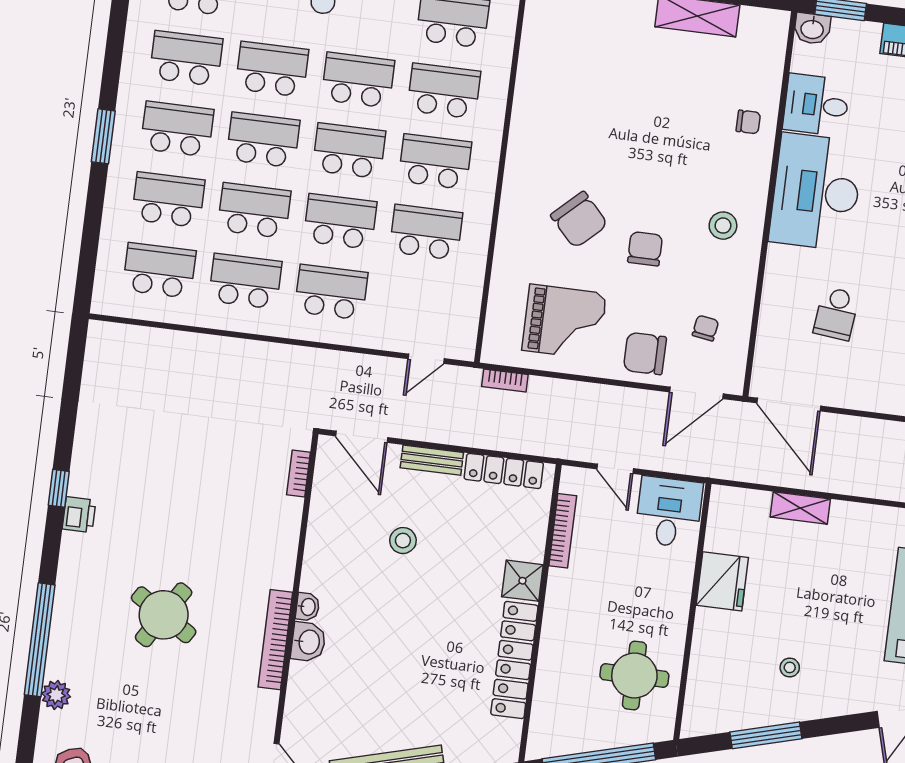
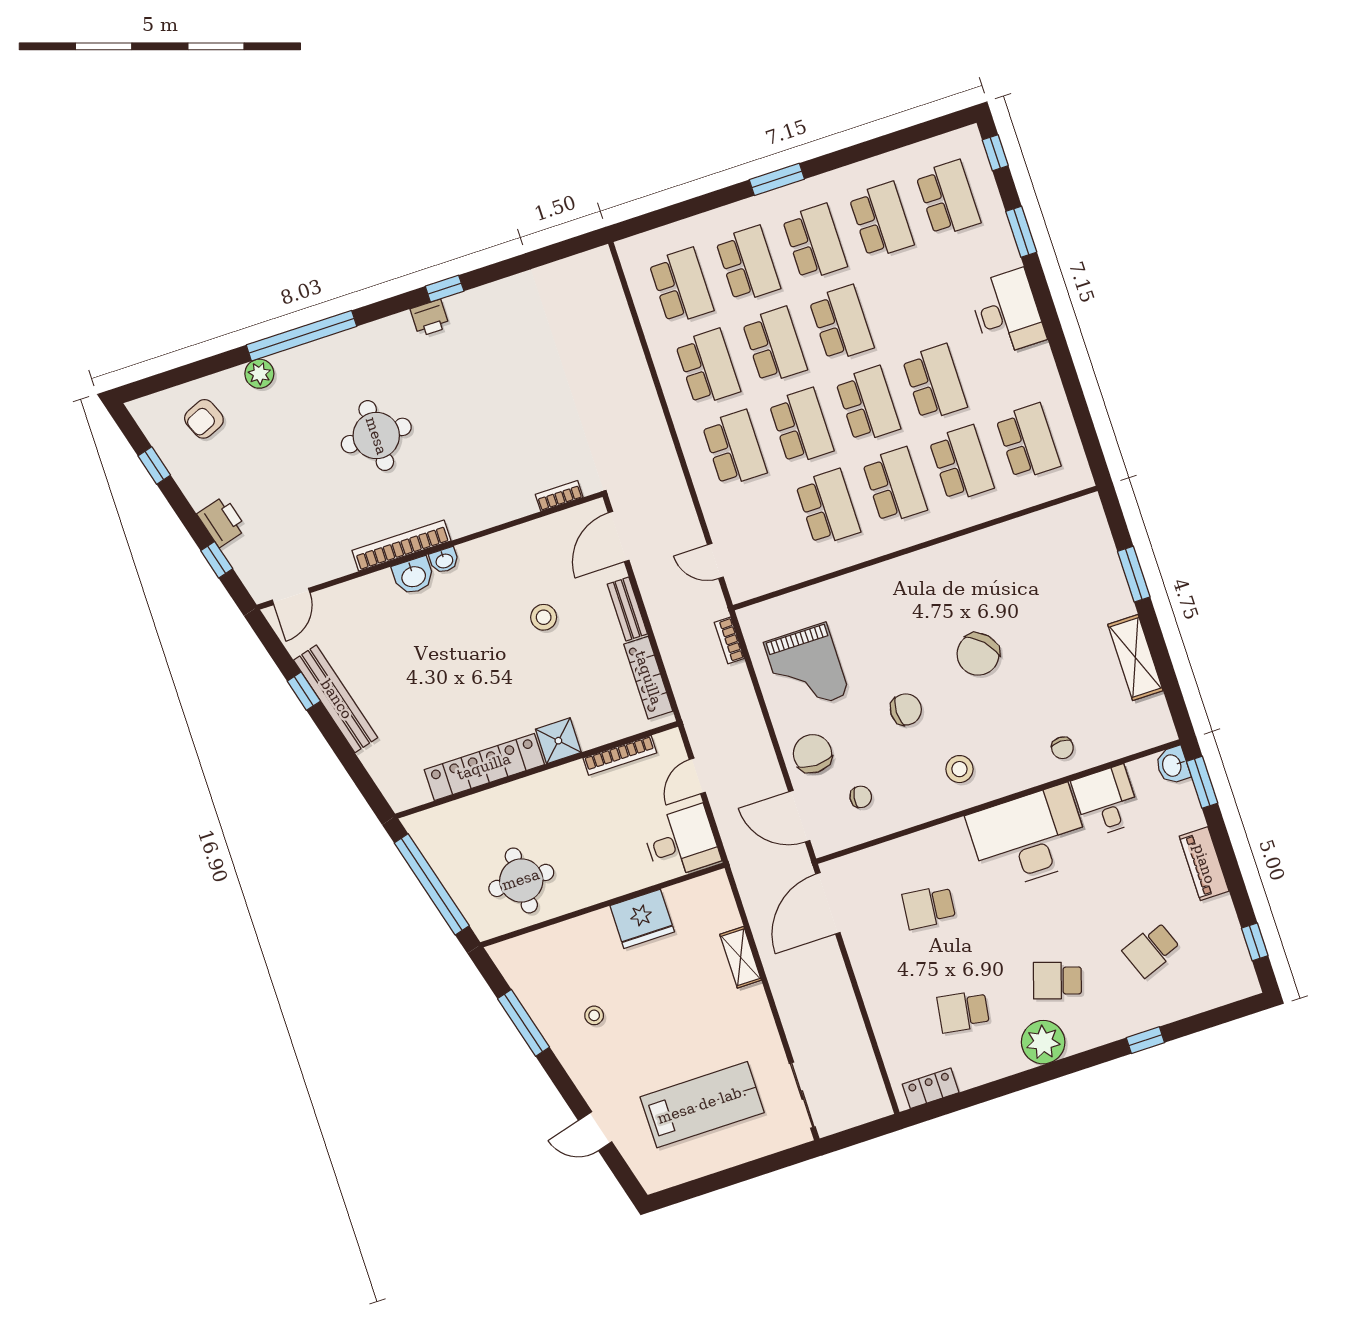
school desk: (272, 69) -> (908, 301), removed
chair: (579, 220) -> (978, 654), moved
round table: (164, 615) -> (376, 436), turned -32

